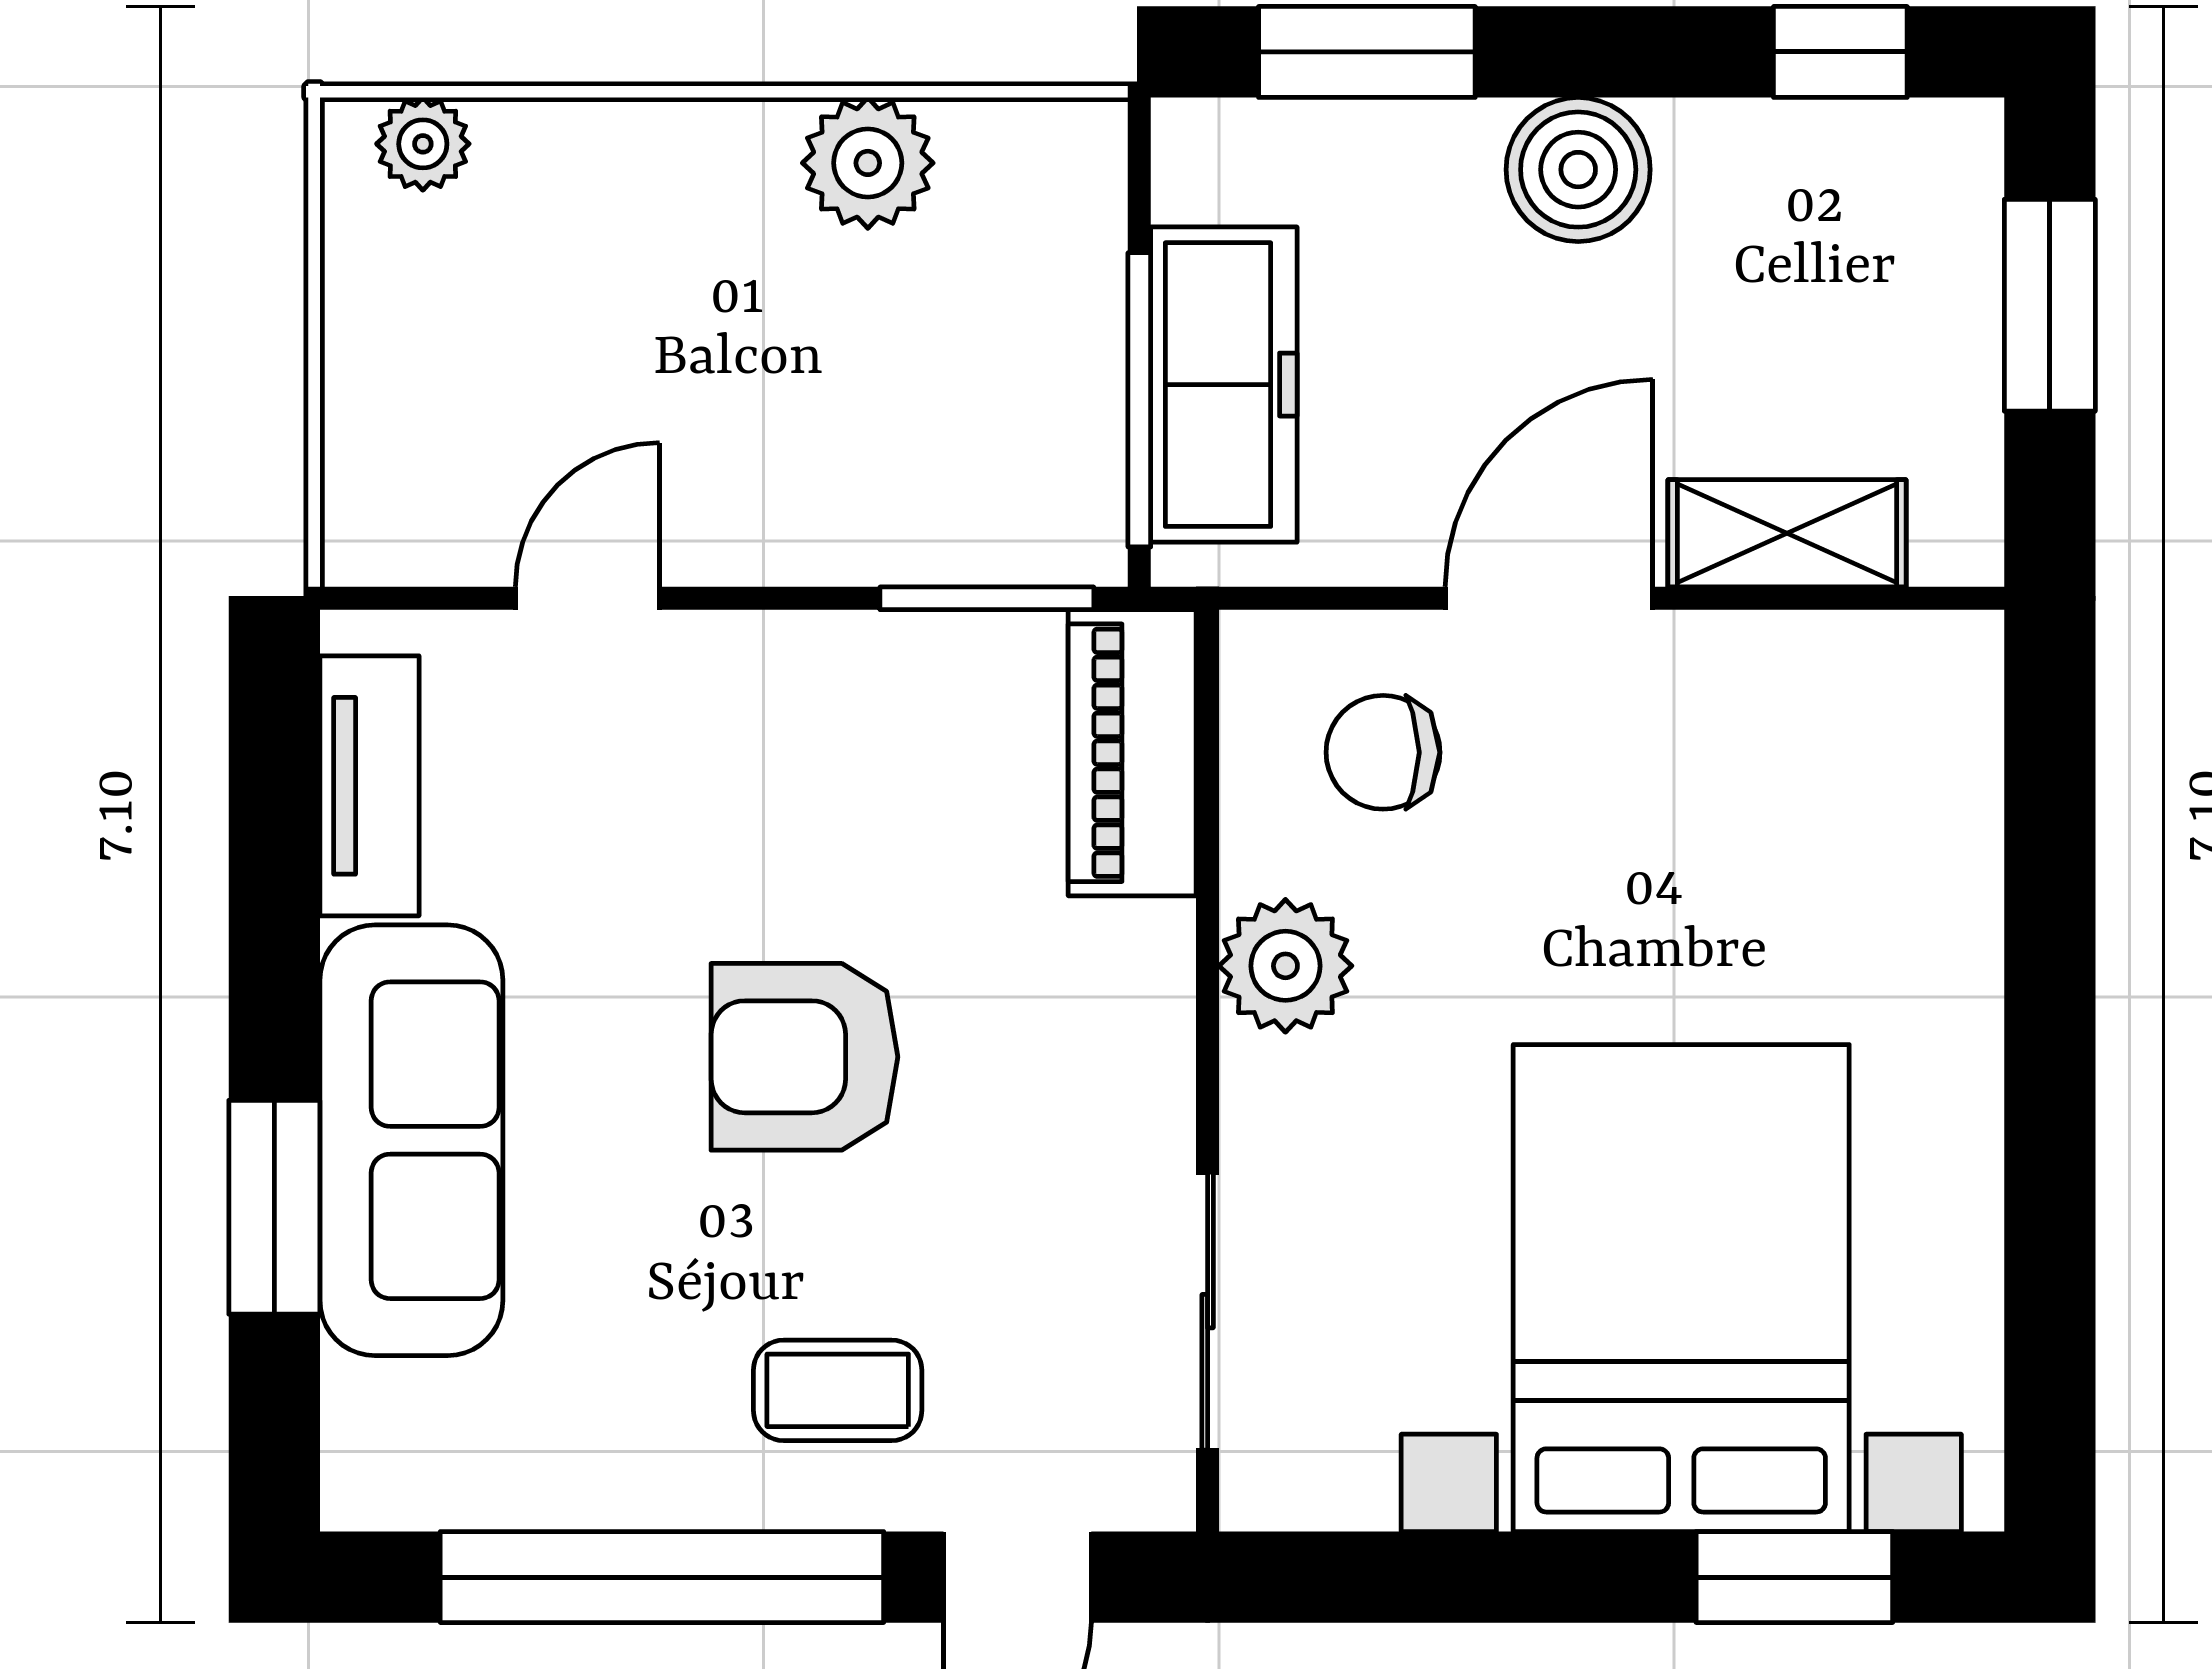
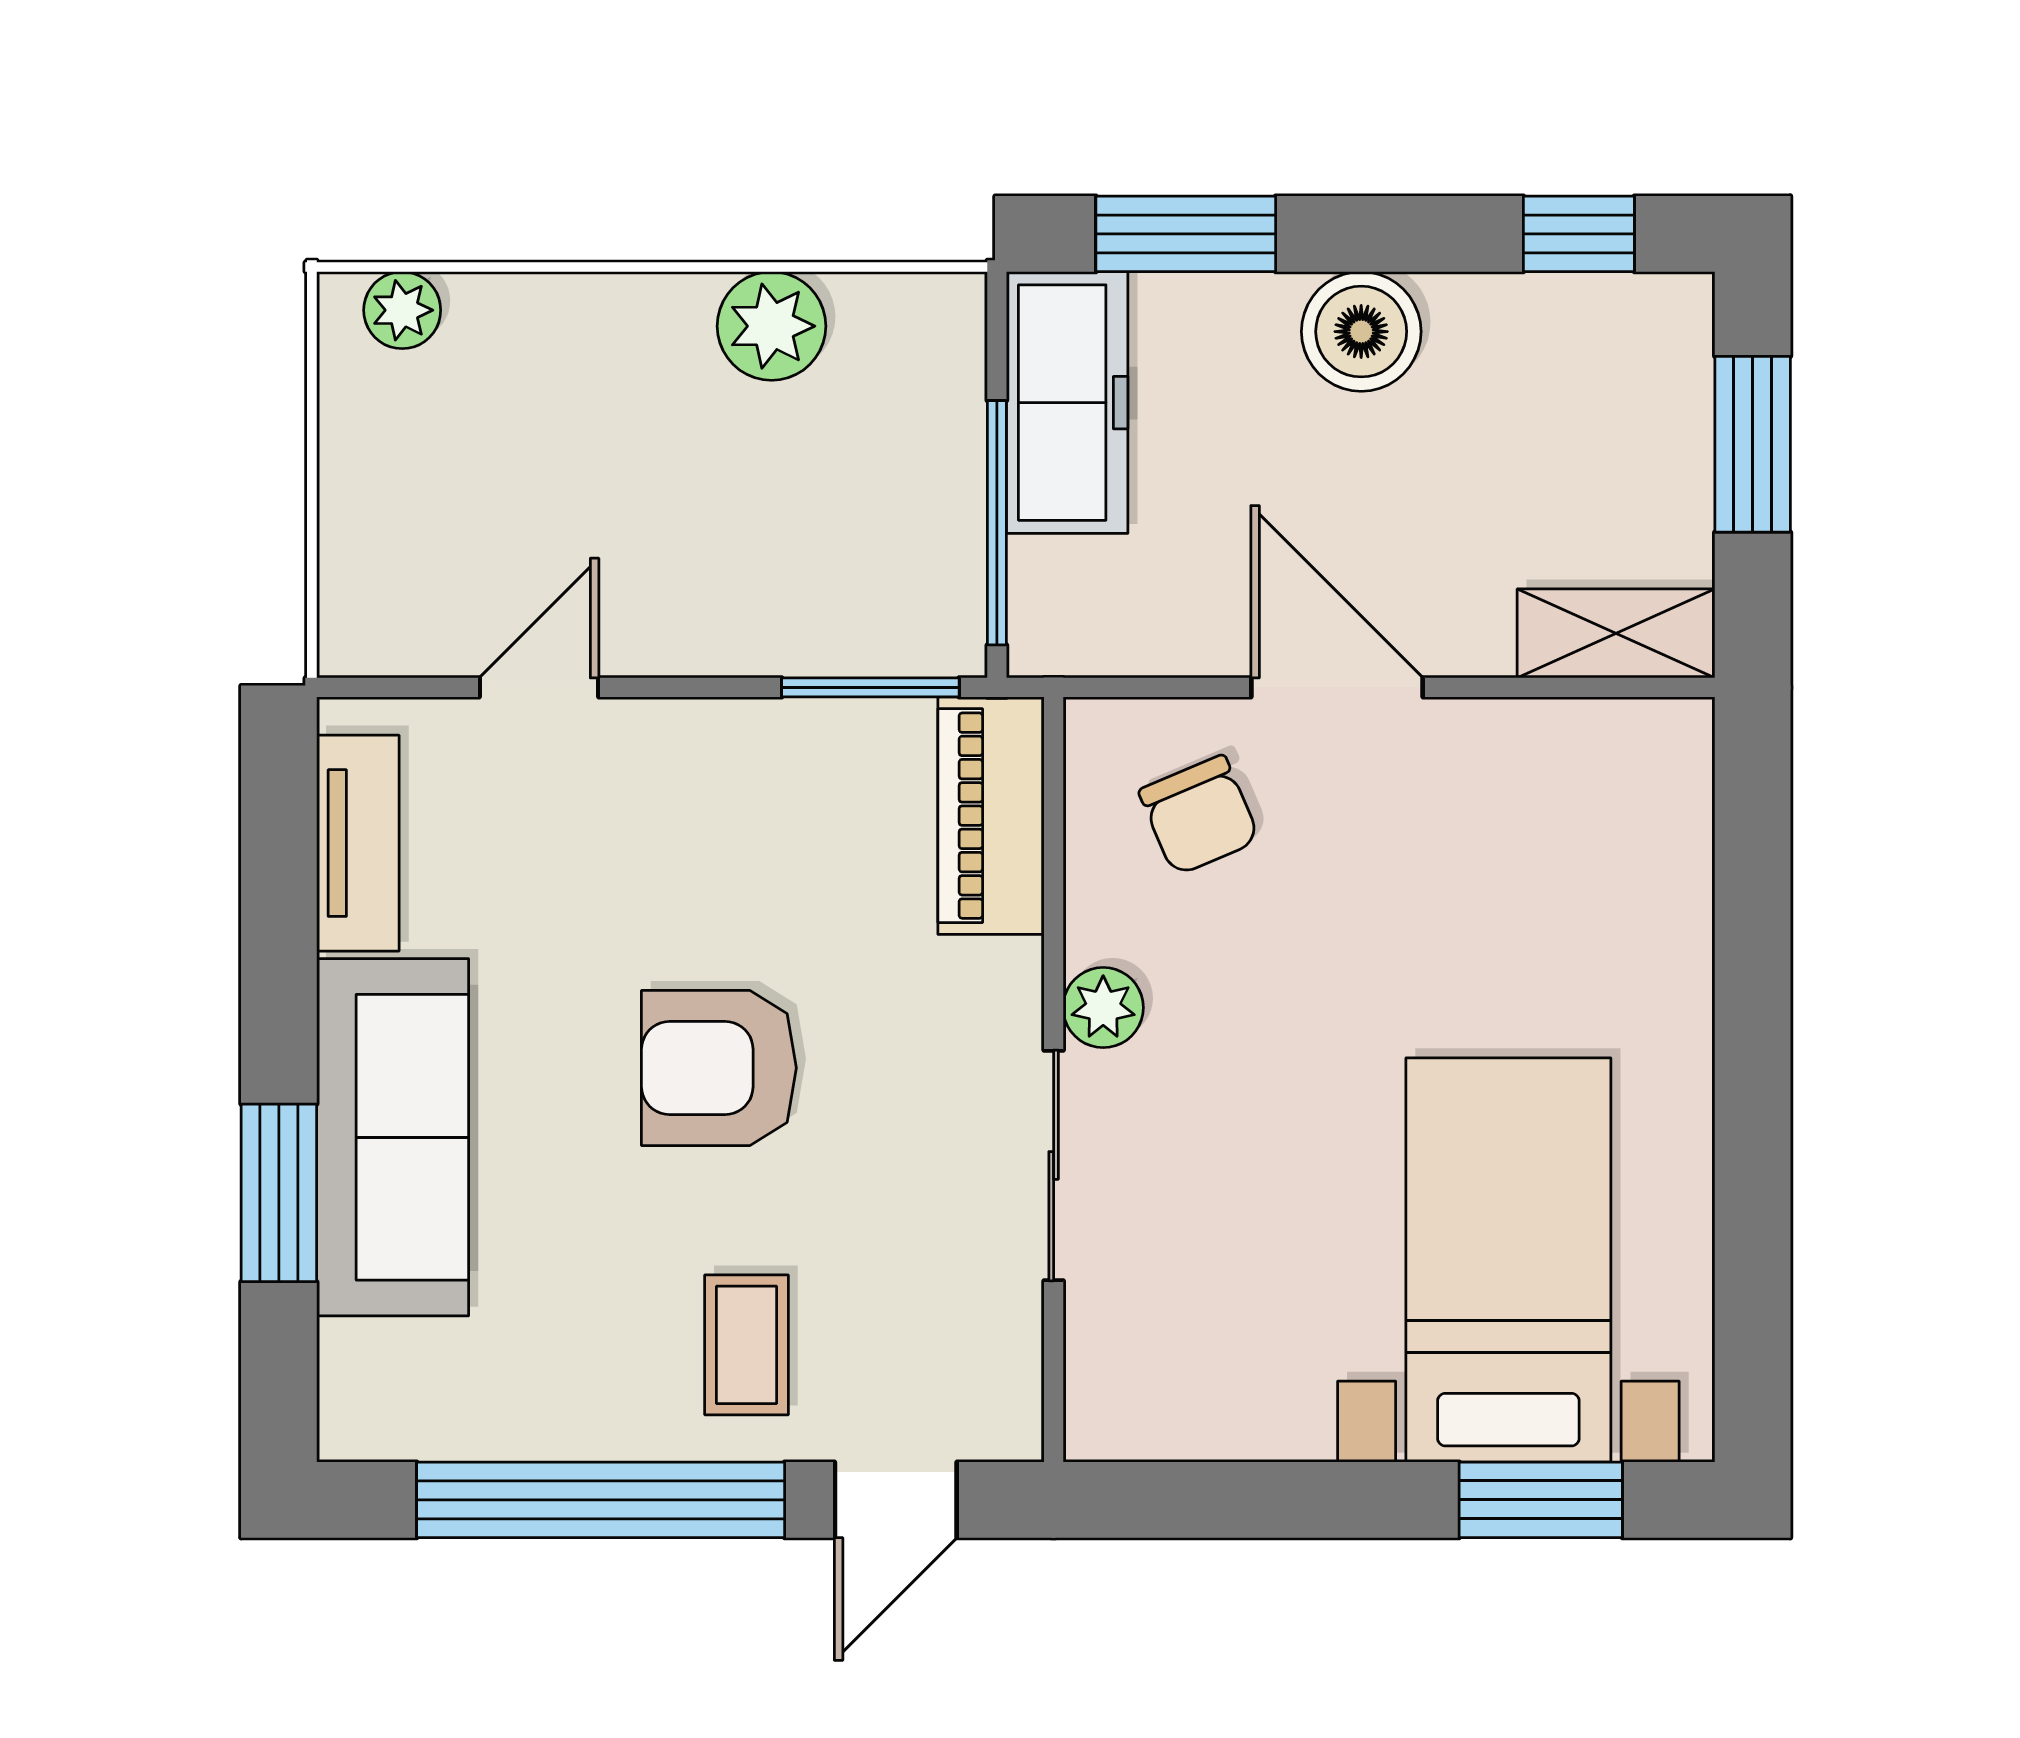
freezer: (1224, 385) -> (1067, 403), moved
shelving: (1787, 533) -> (1616, 633), moved
door: (1549, 598) -> (1337, 687), hinge flipped
chair: (1383, 752) -> (1199, 815), turned -113
plant: (1285, 966) -> (1103, 1008), width x0.73, depth x0.73
bed with nightstands: (1681, 1288) -> (1508, 1260), width x0.73
sliding door: (1208, 1311) -> (1054, 1165), moved
coffee table: (838, 1390) -> (746, 1345), turned 90

